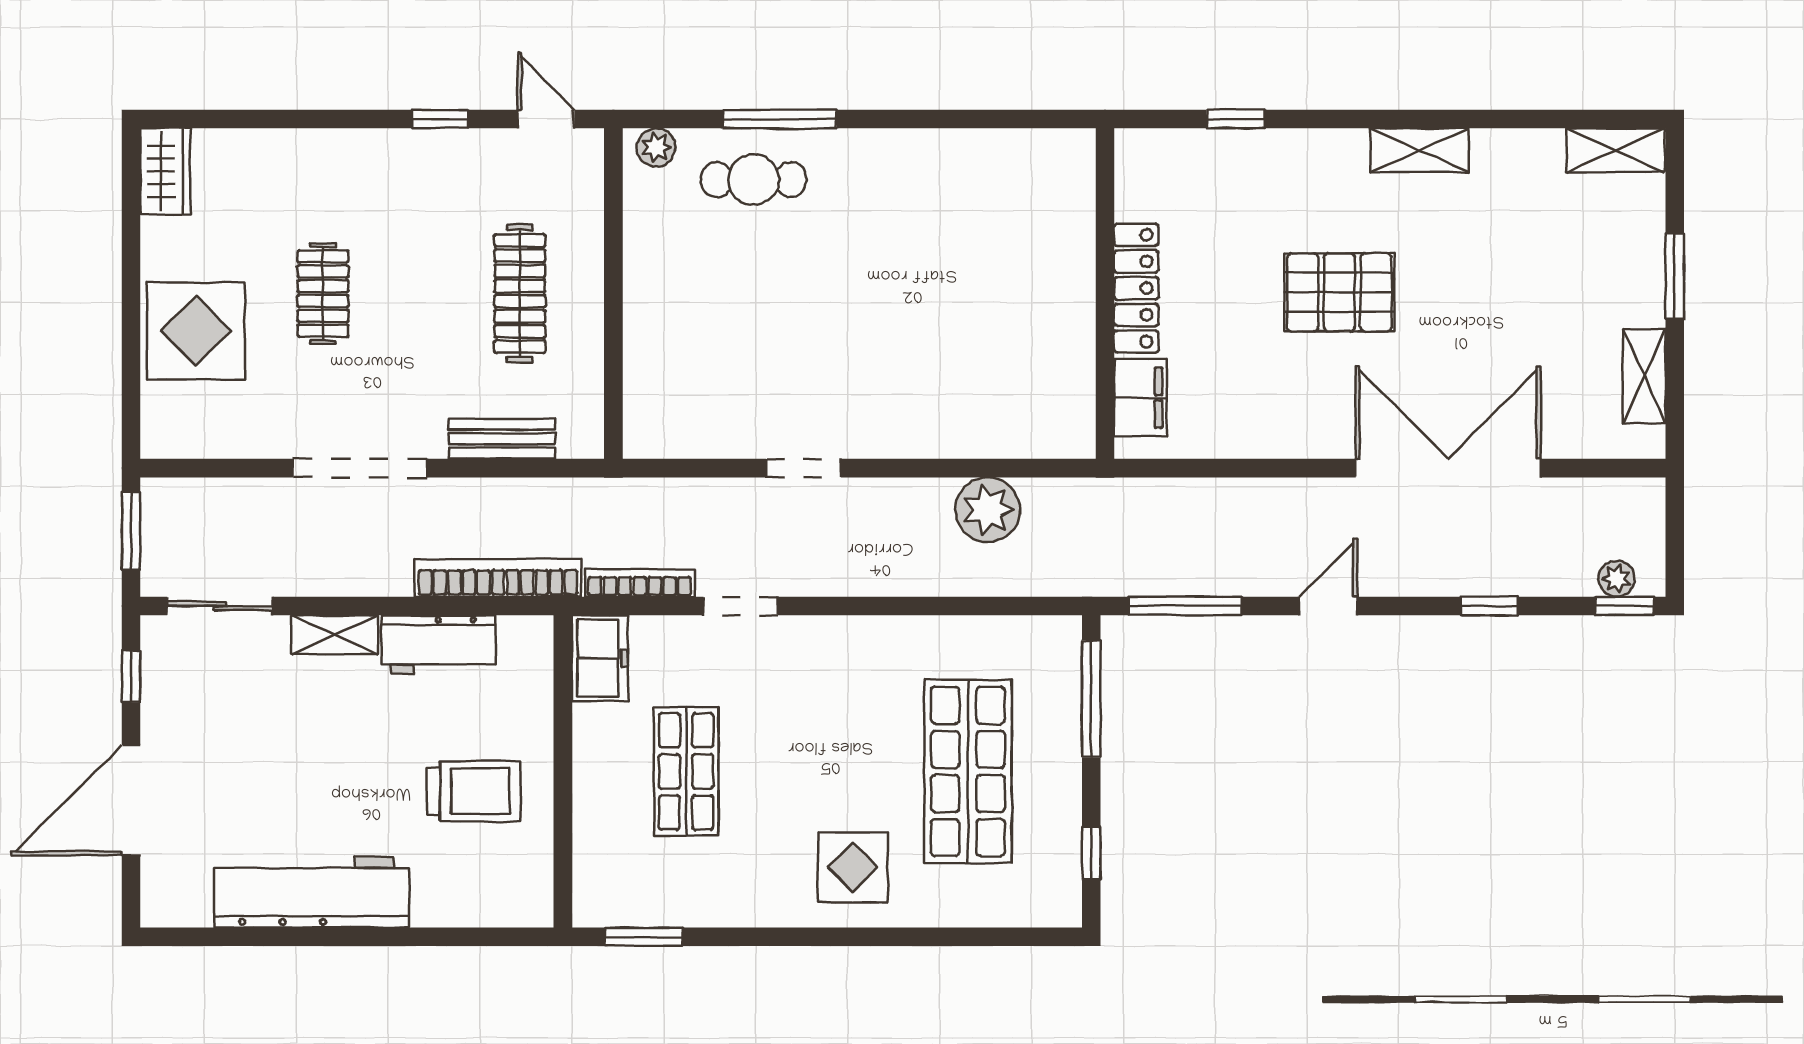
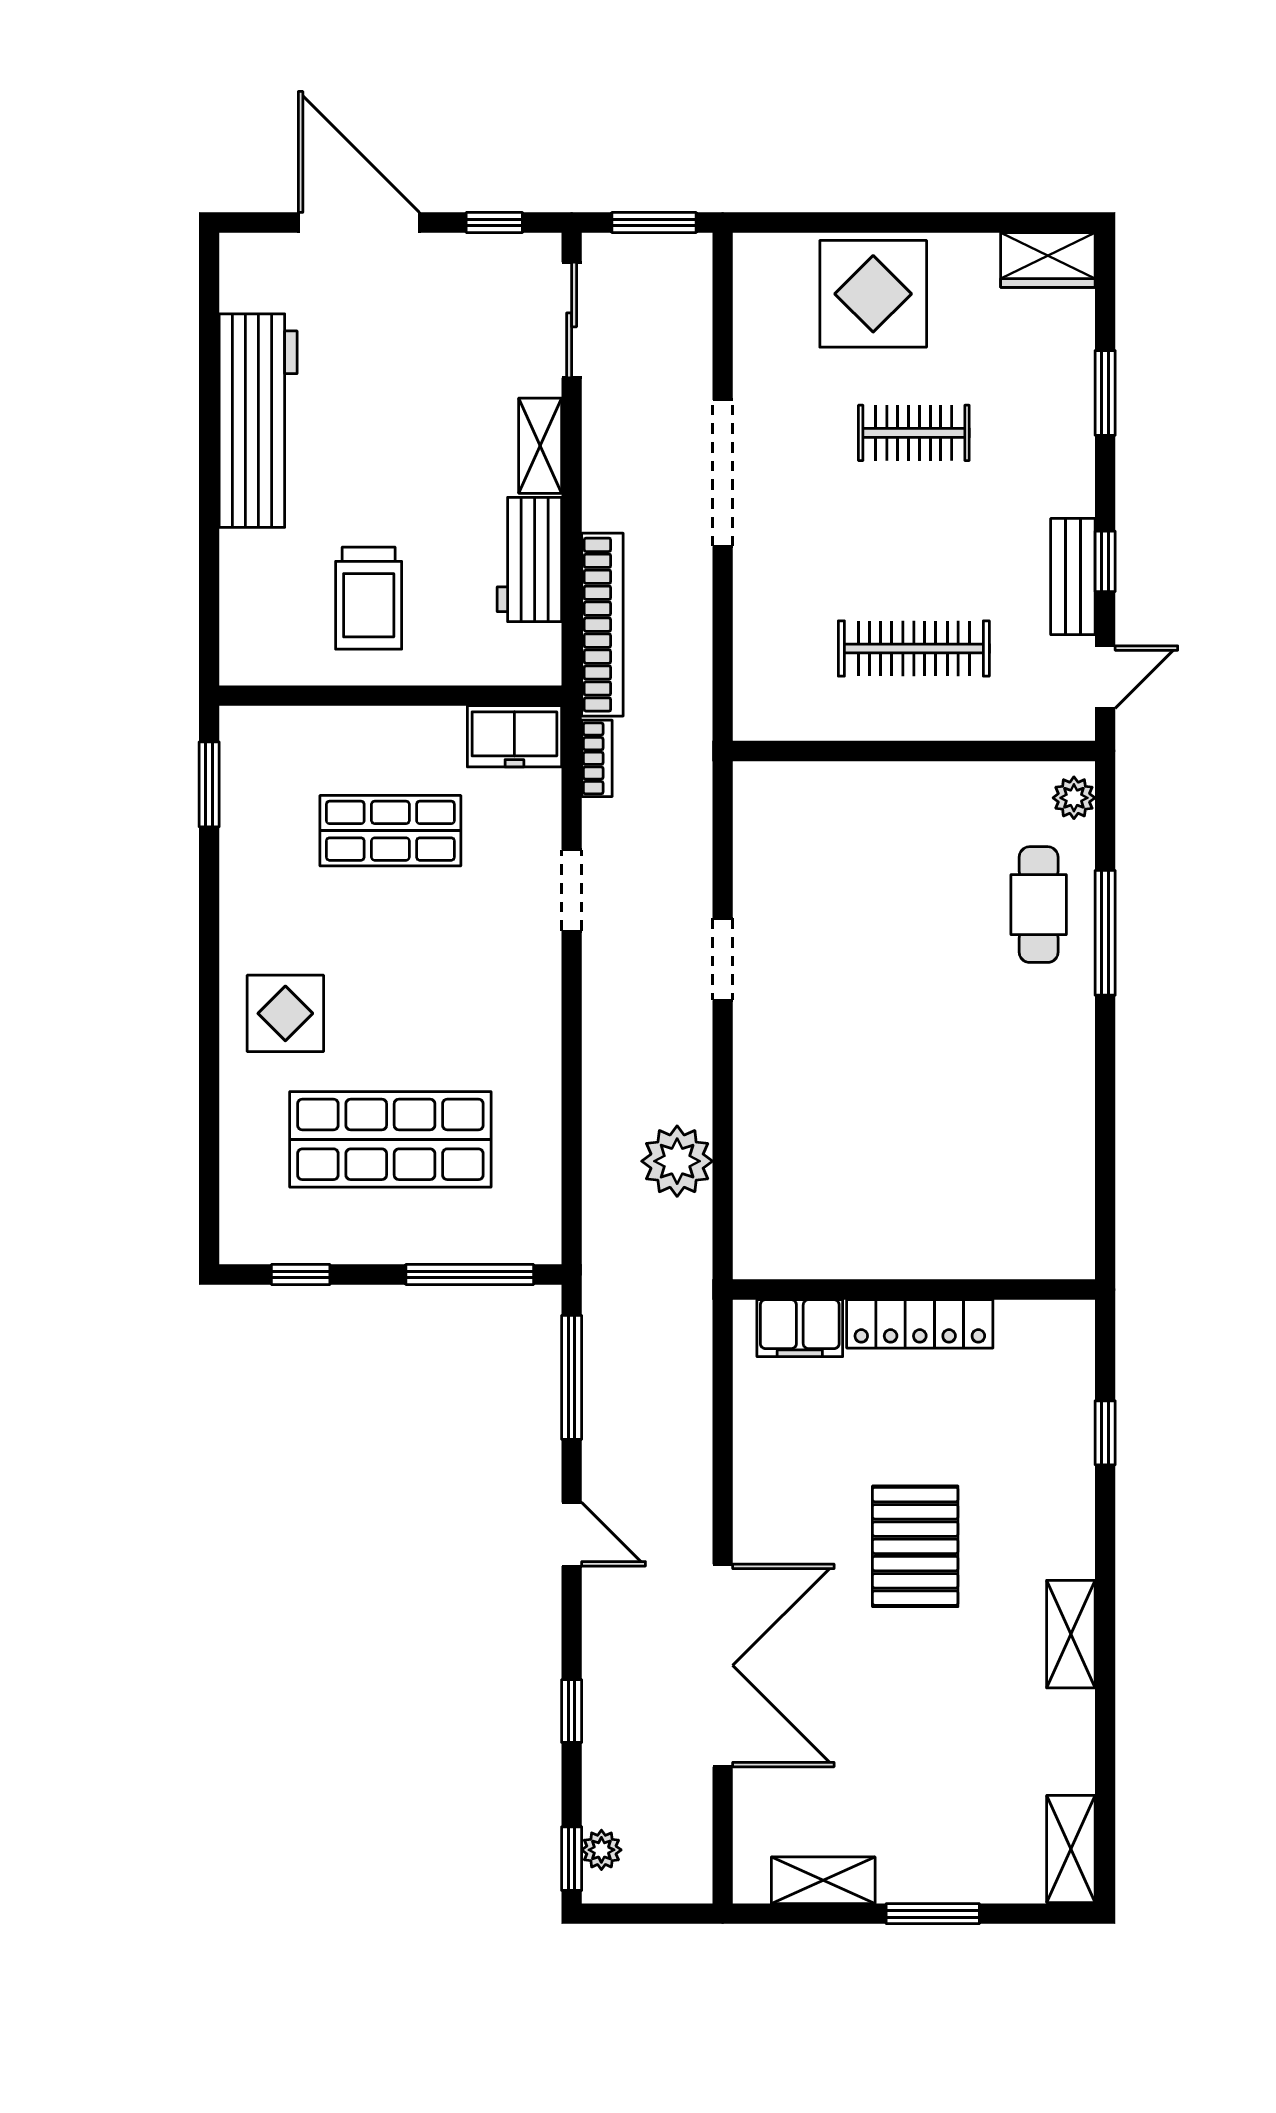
window: (287, 119) -> (1105, 393), added
bench: (502, 439) -> (1073, 577), moved
bookcase: (640, 583) -> (597, 758), width x0.64

